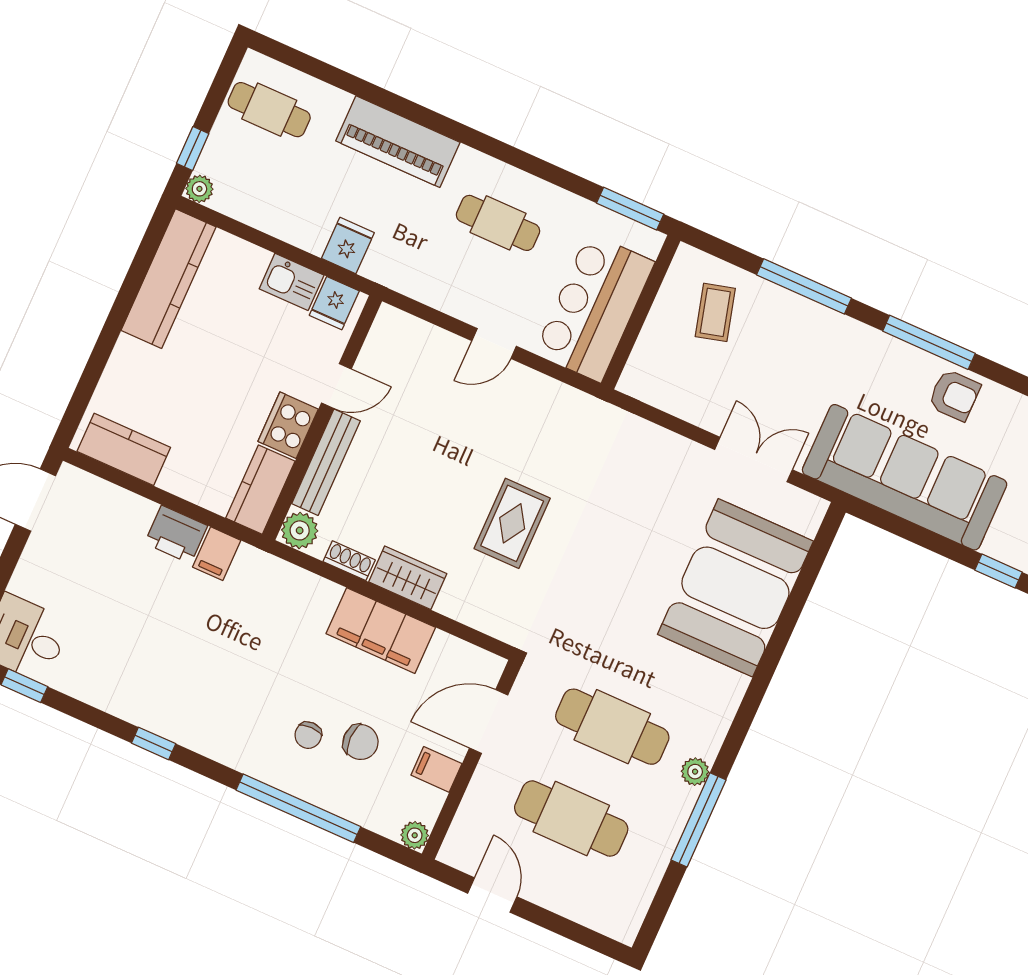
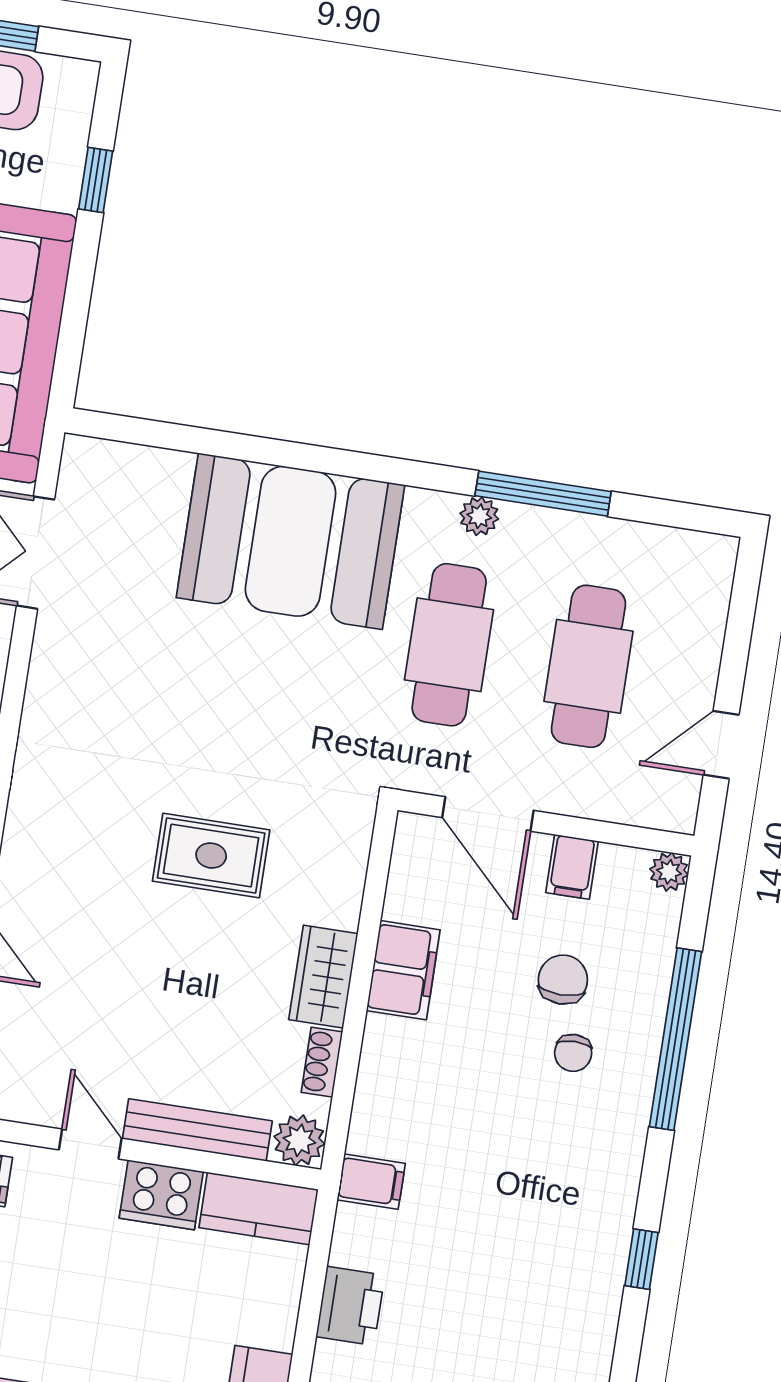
filing cabinet: (217, 554) -> (371, 1182), moved
booth: (735, 588) -> (290, 541), moved
filing cabinet: (381, 631) -> (403, 970), width x0.67, depth x0.86
chair: (308, 735) -> (573, 1053), turned 90

